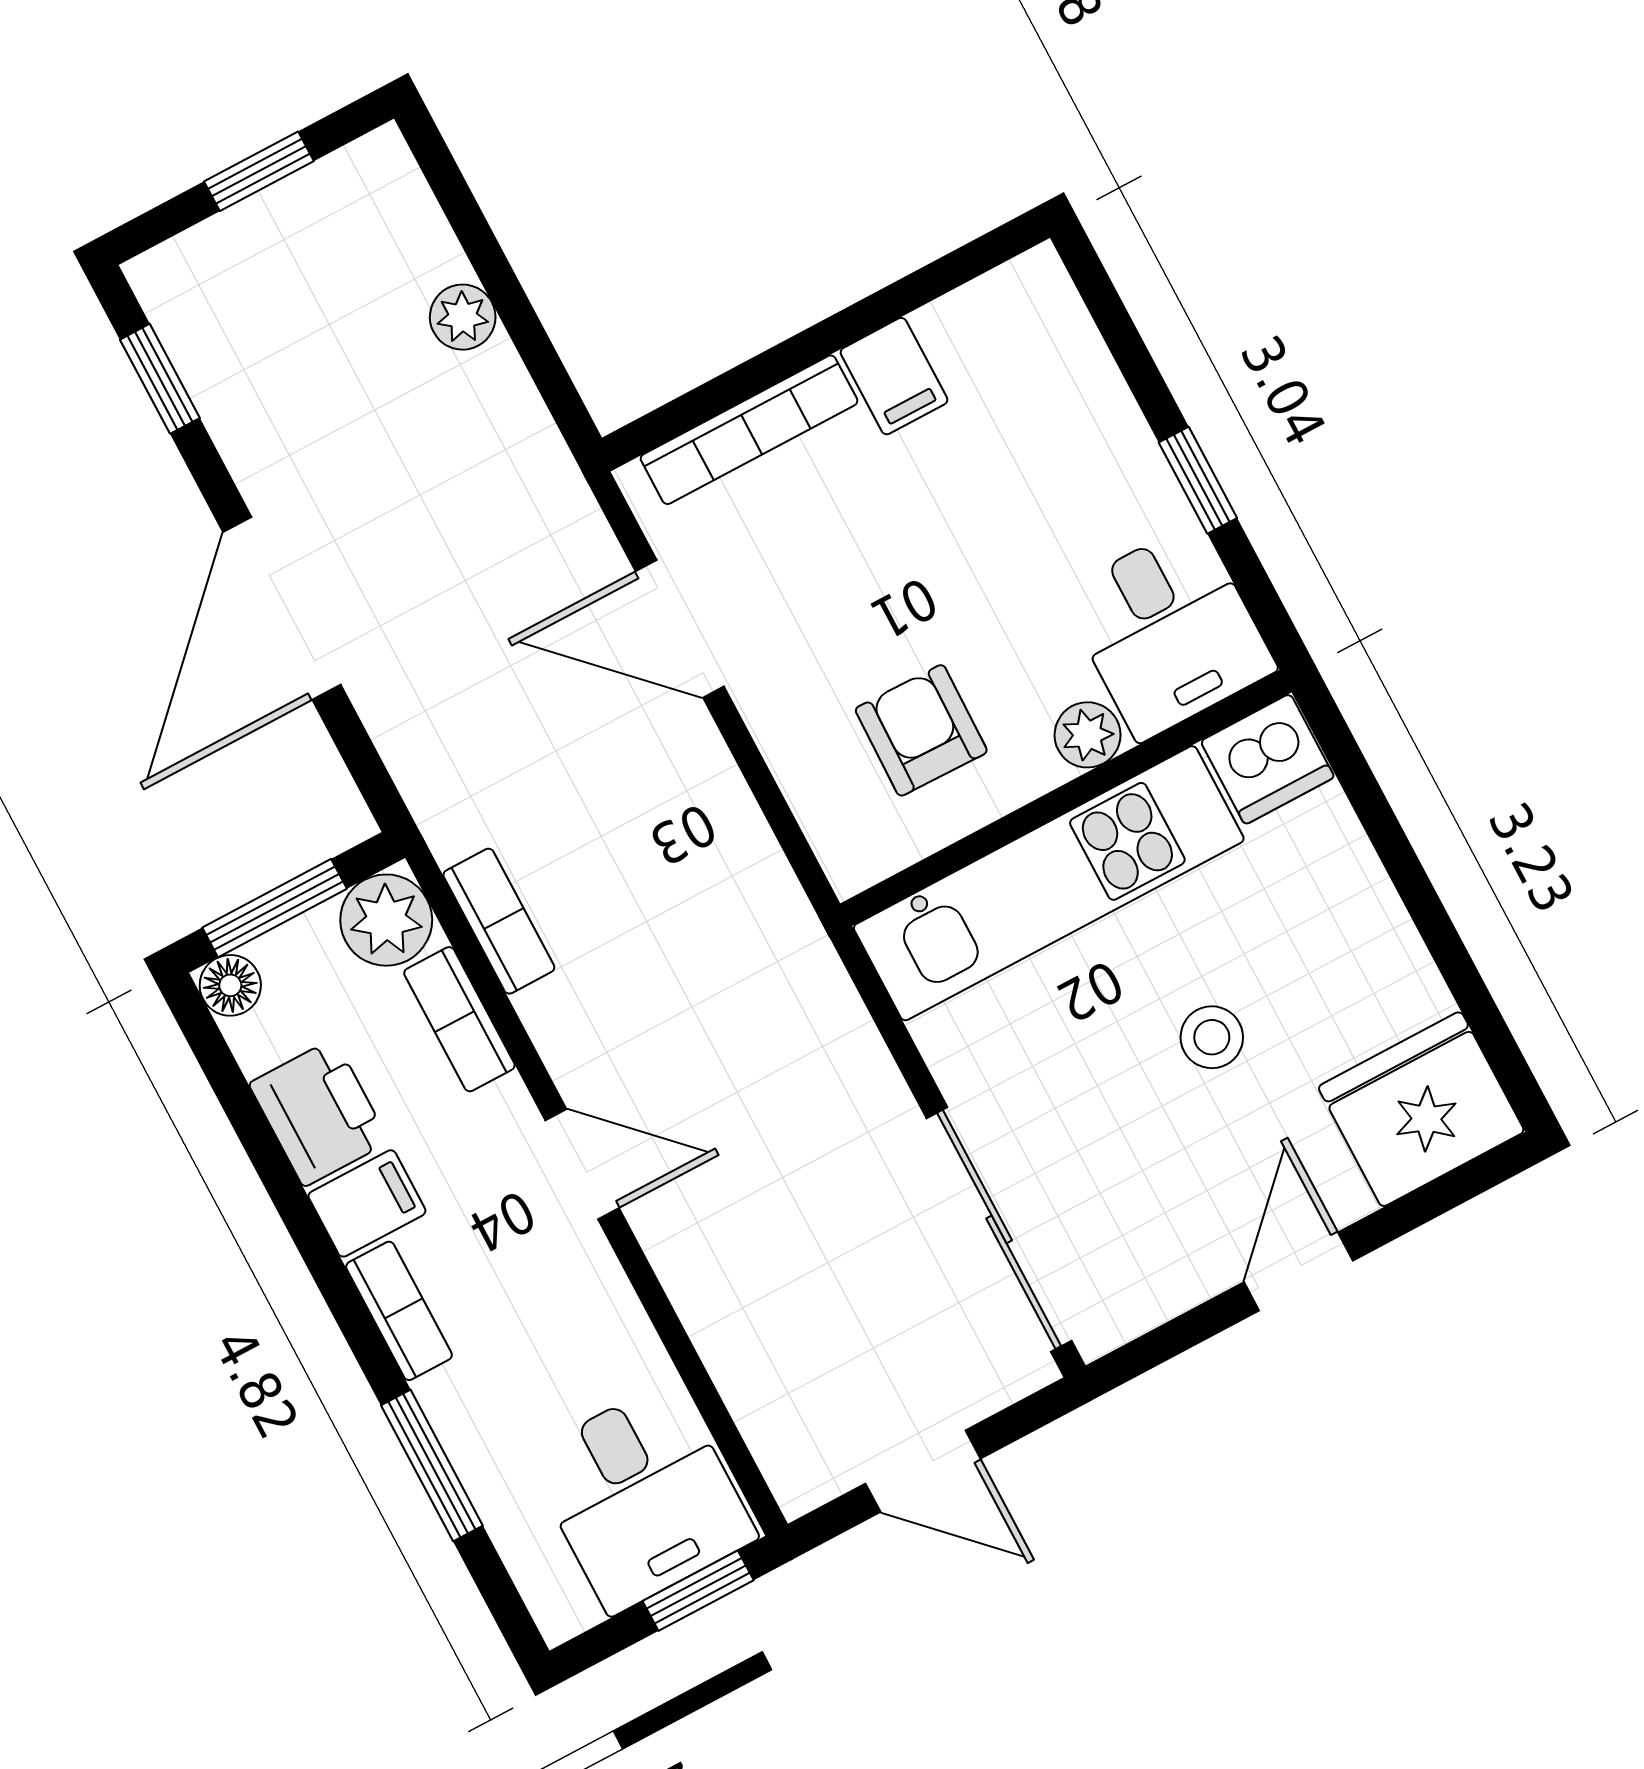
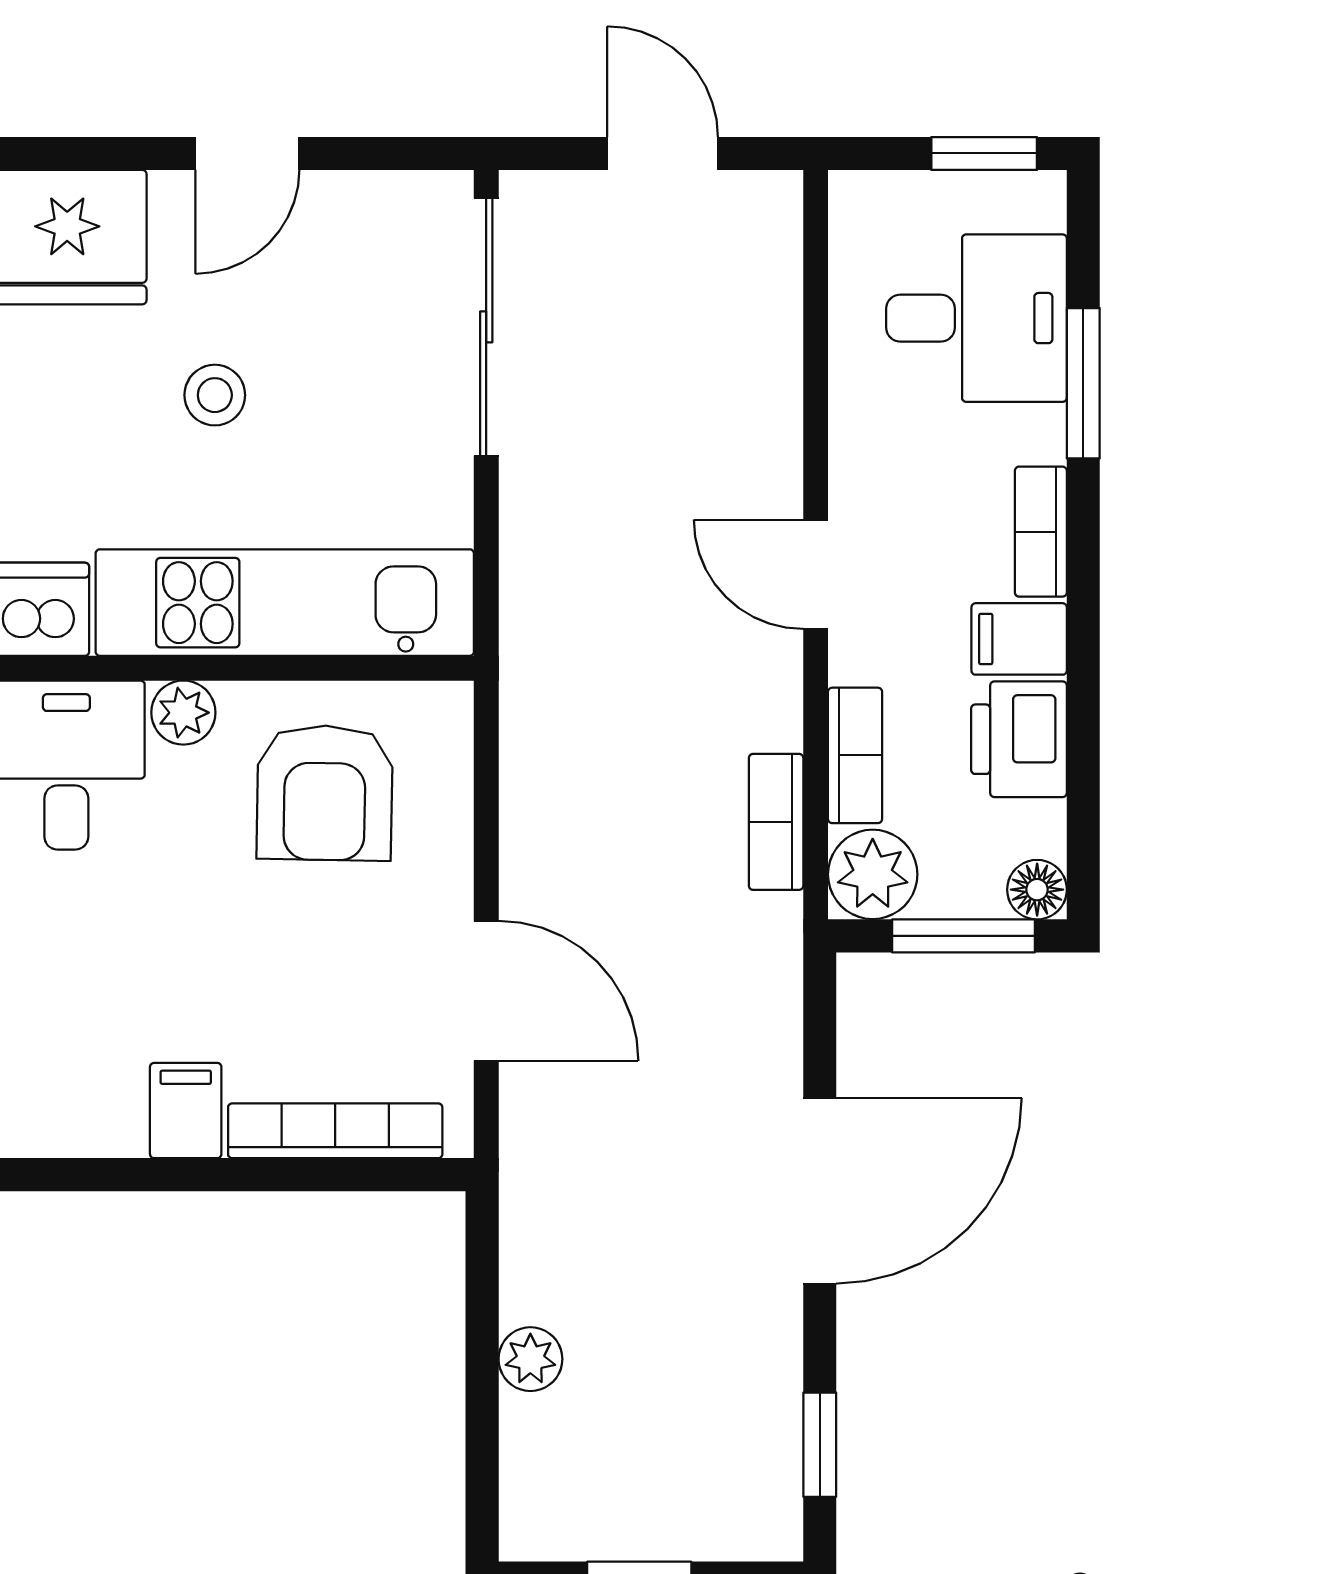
armchair: (921, 730) -> (325, 793), width x1.38, depth x1.38
desk: (642, 1497) -> (976, 318), moved, turned 90
window: (698, 1591) -> (984, 153), moved

